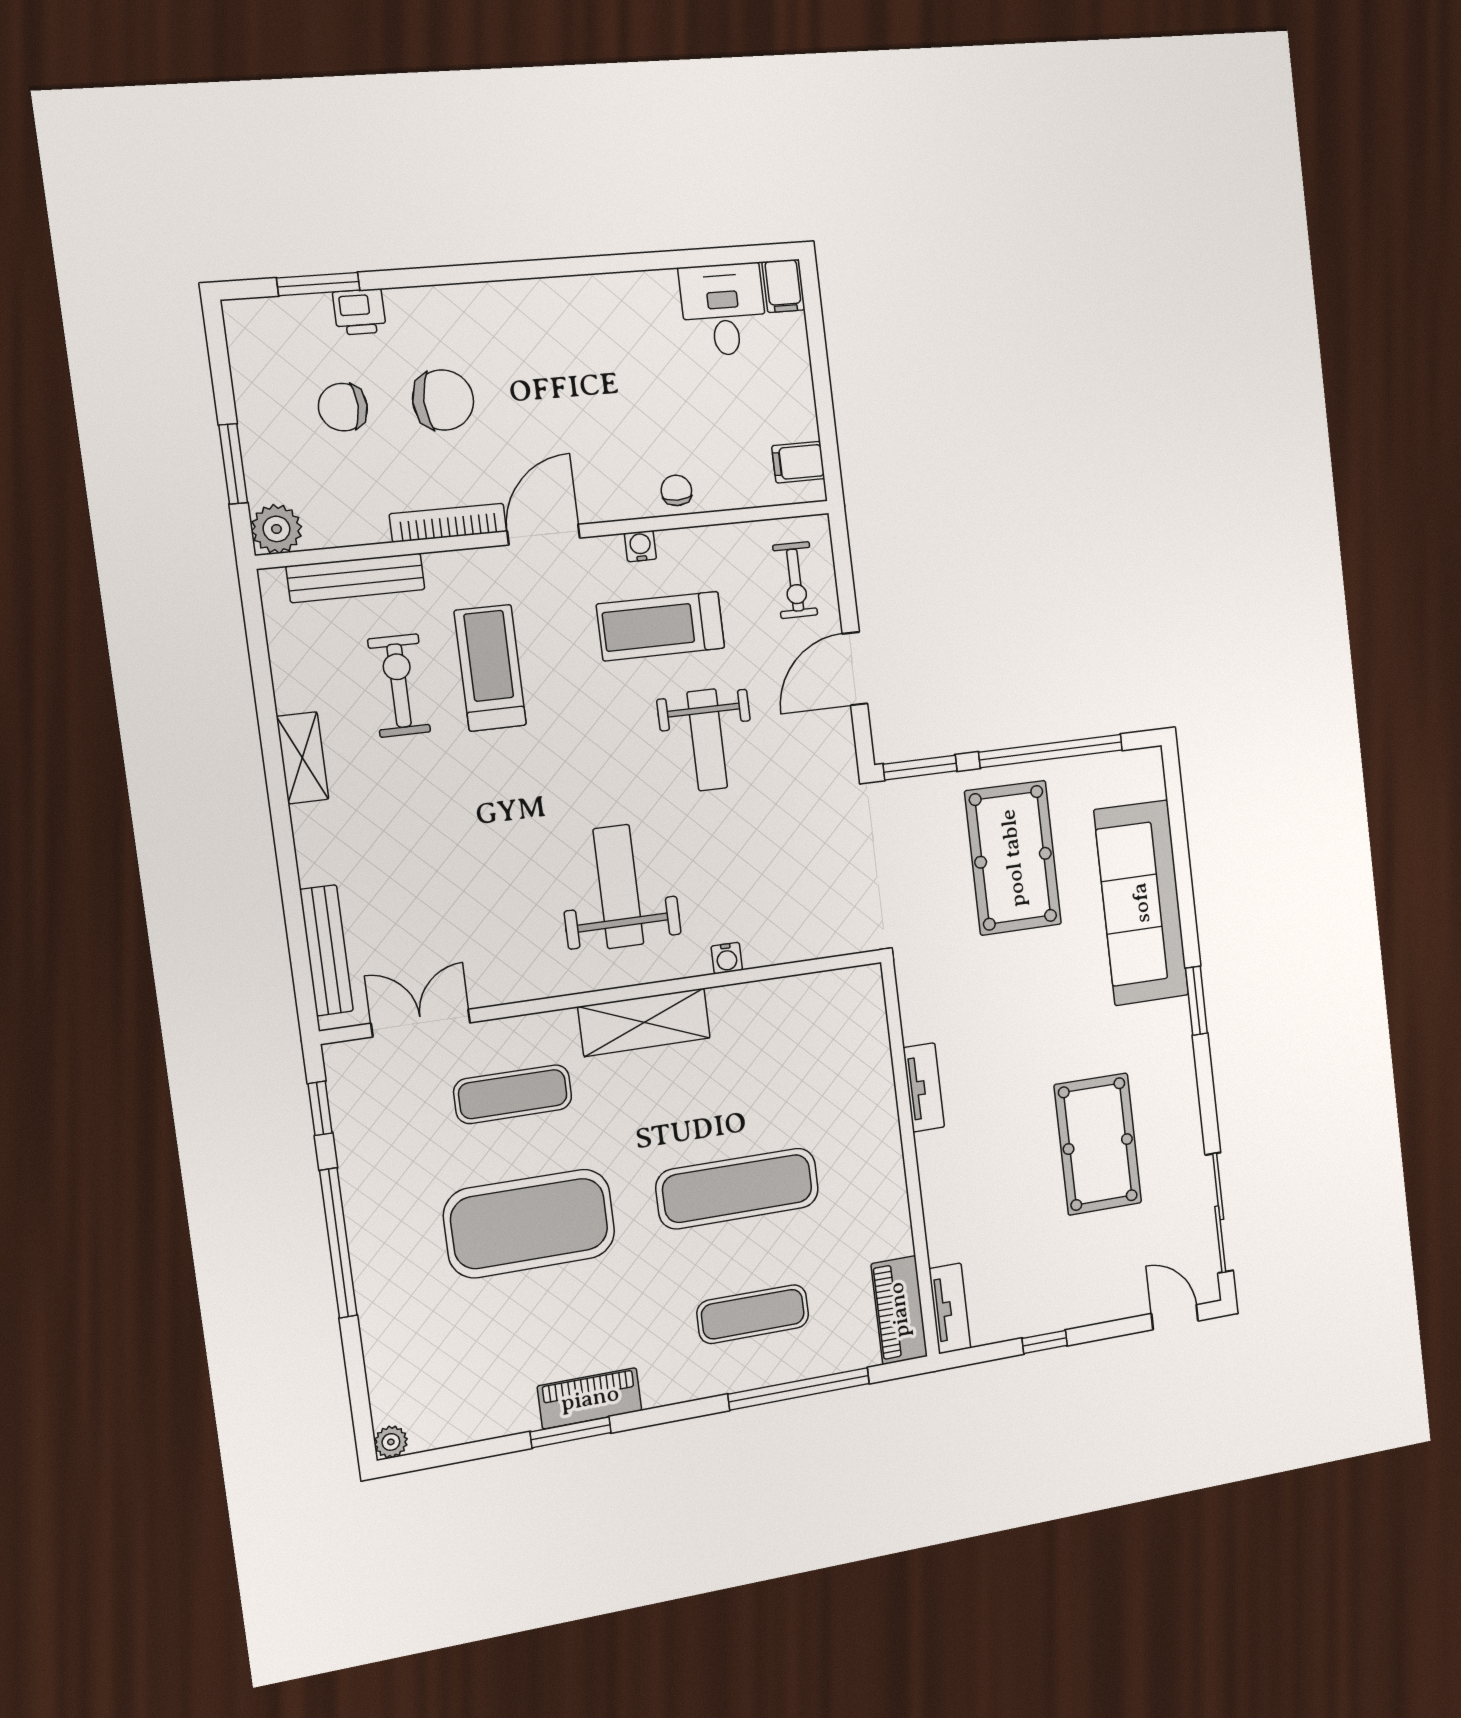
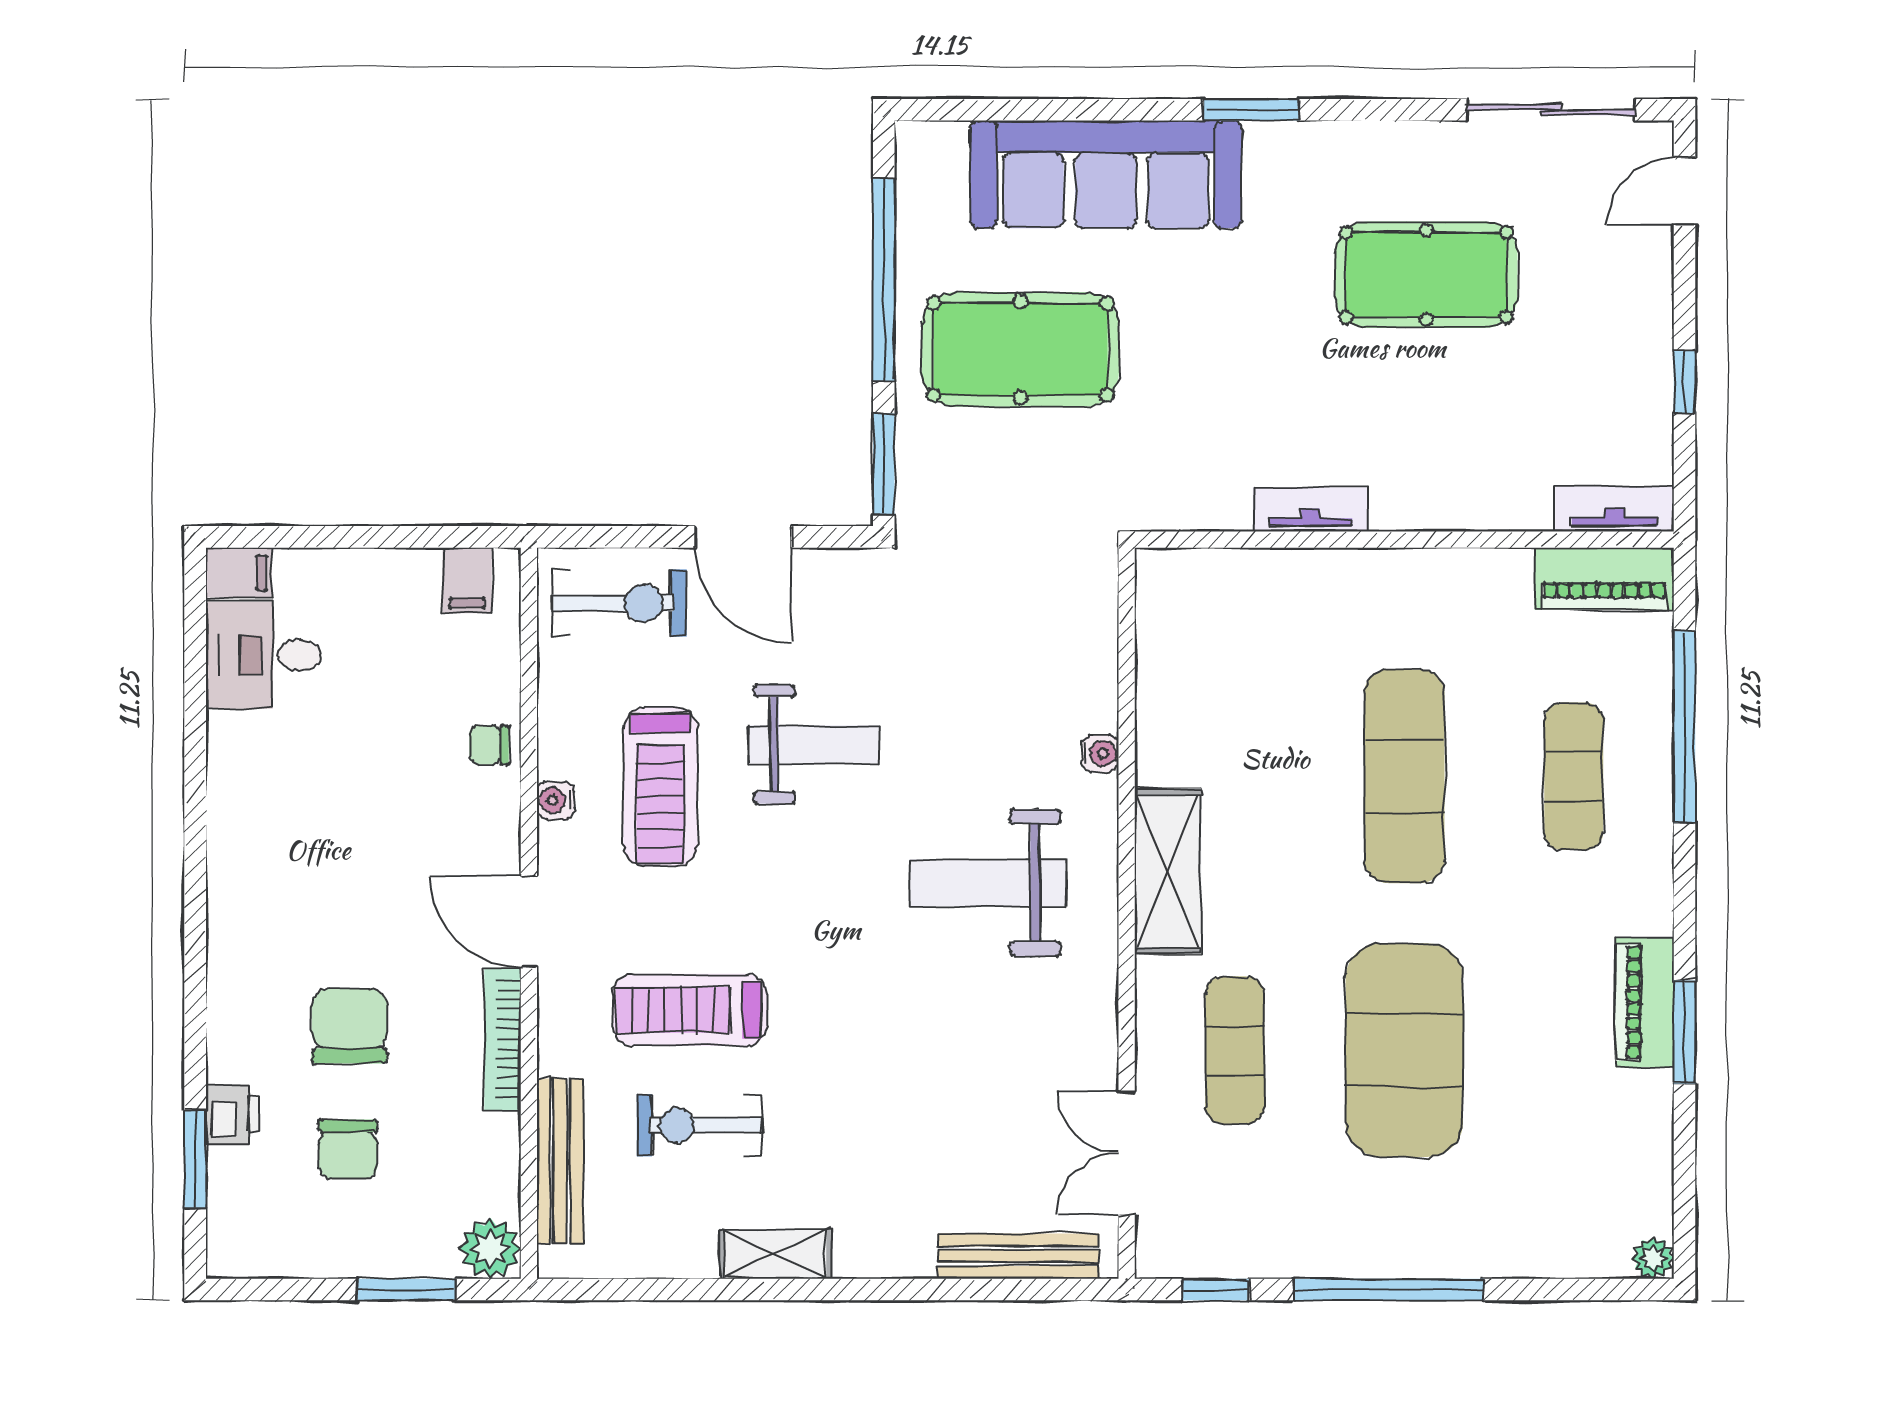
exercise bike: (795, 580) -> (619, 603), width x1.38, depth x1.39

